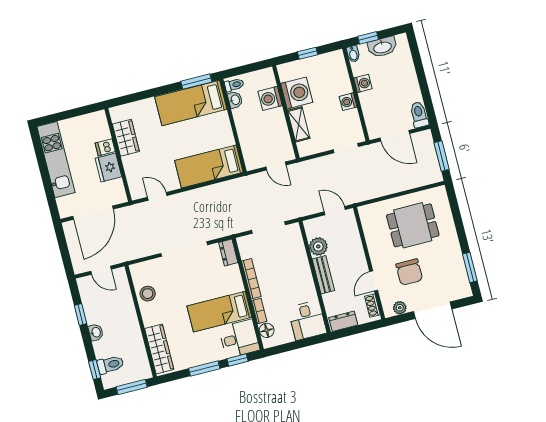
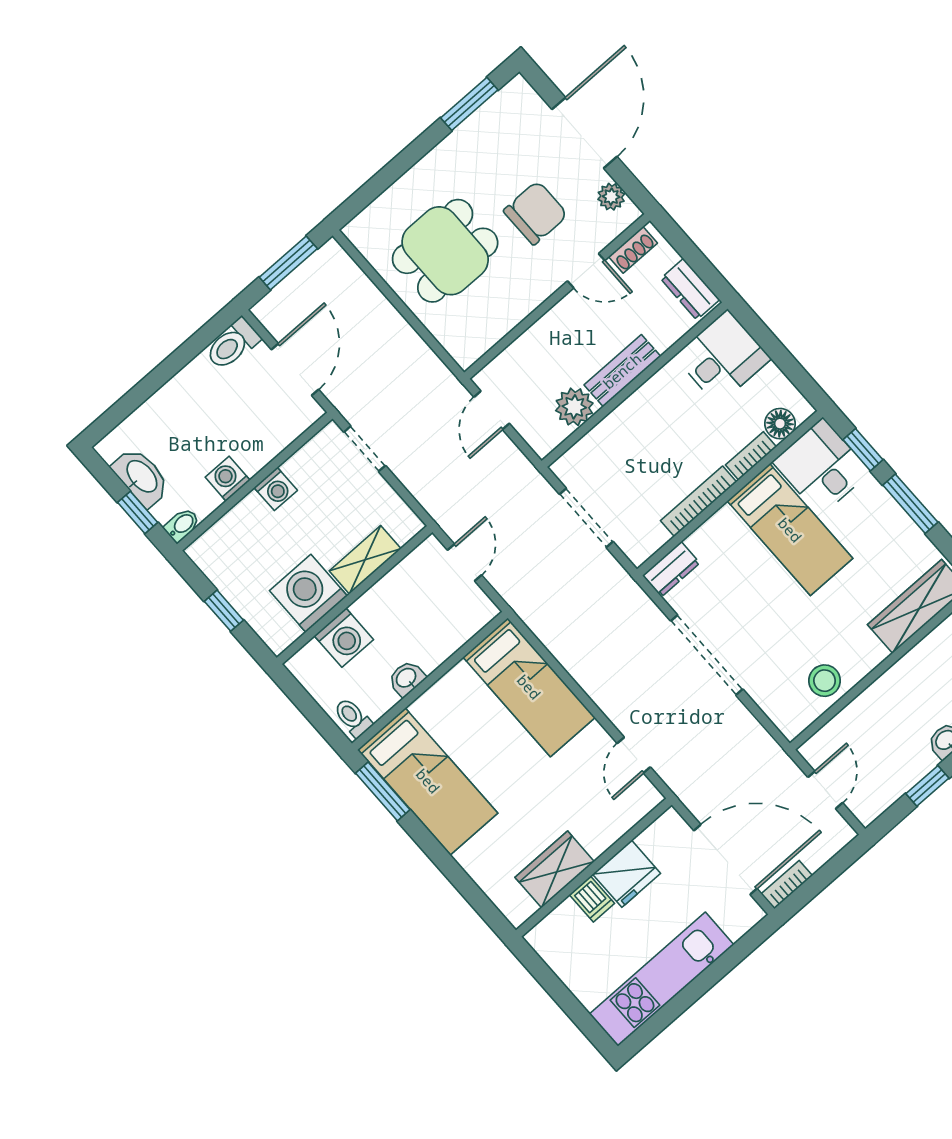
washbasin: (235, 100) -> (407, 678), moved
dining table: (413, 225) -> (445, 251), turned 90
bookcase: (69, 233) -> (787, 885), added

